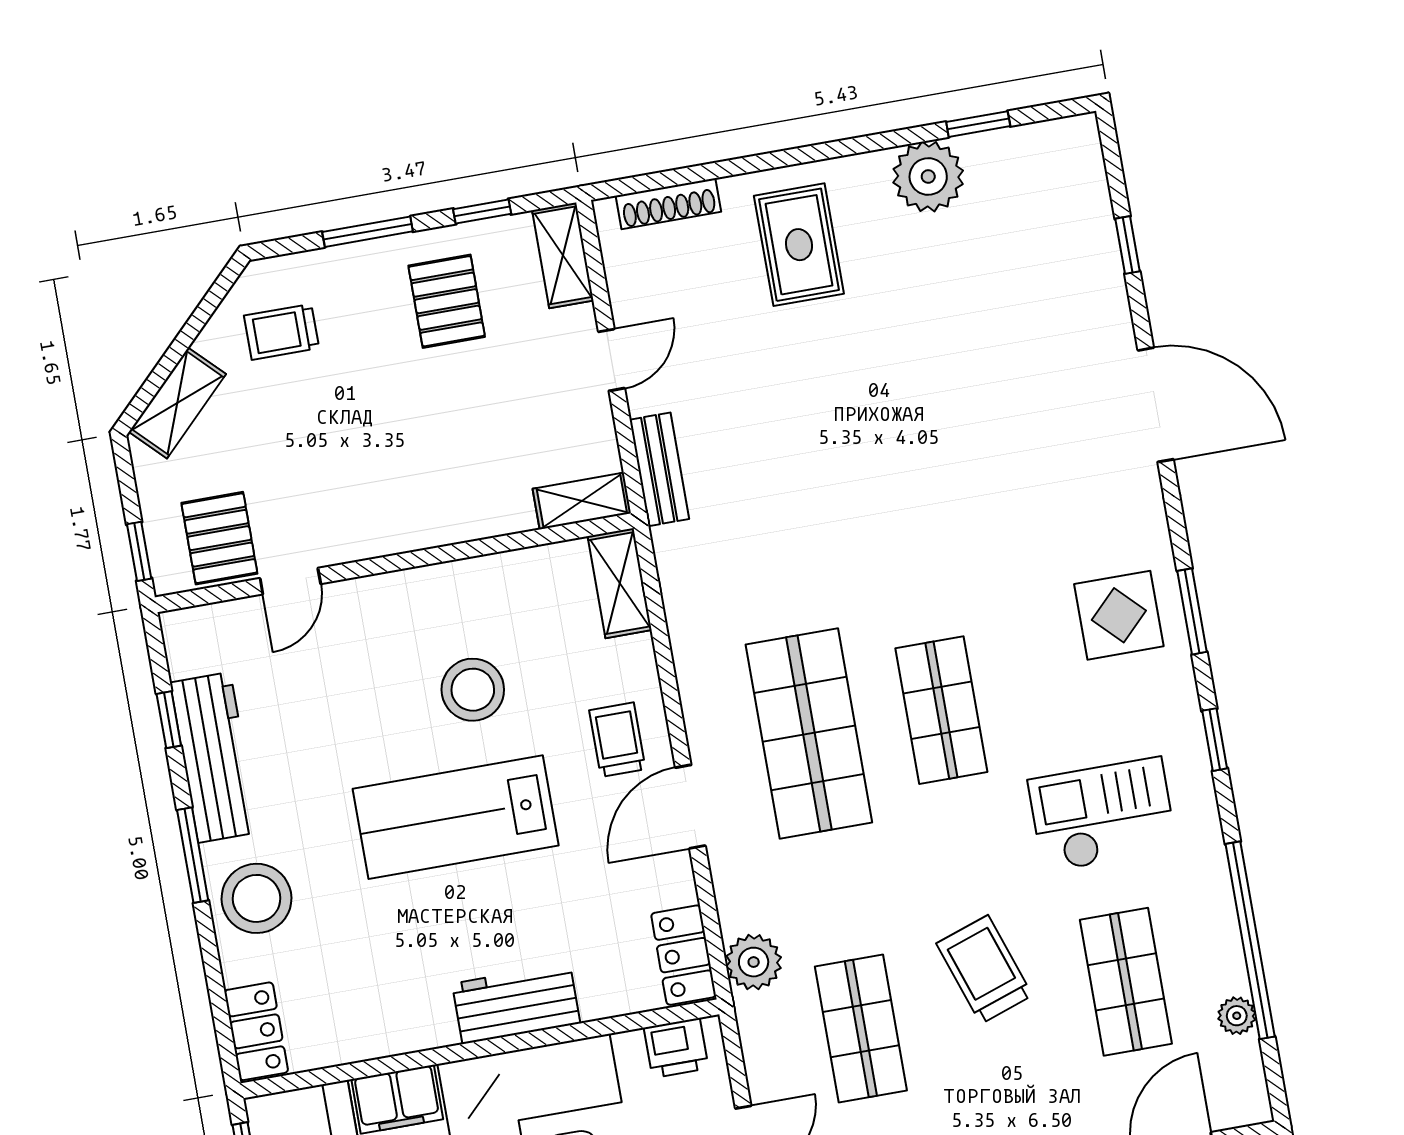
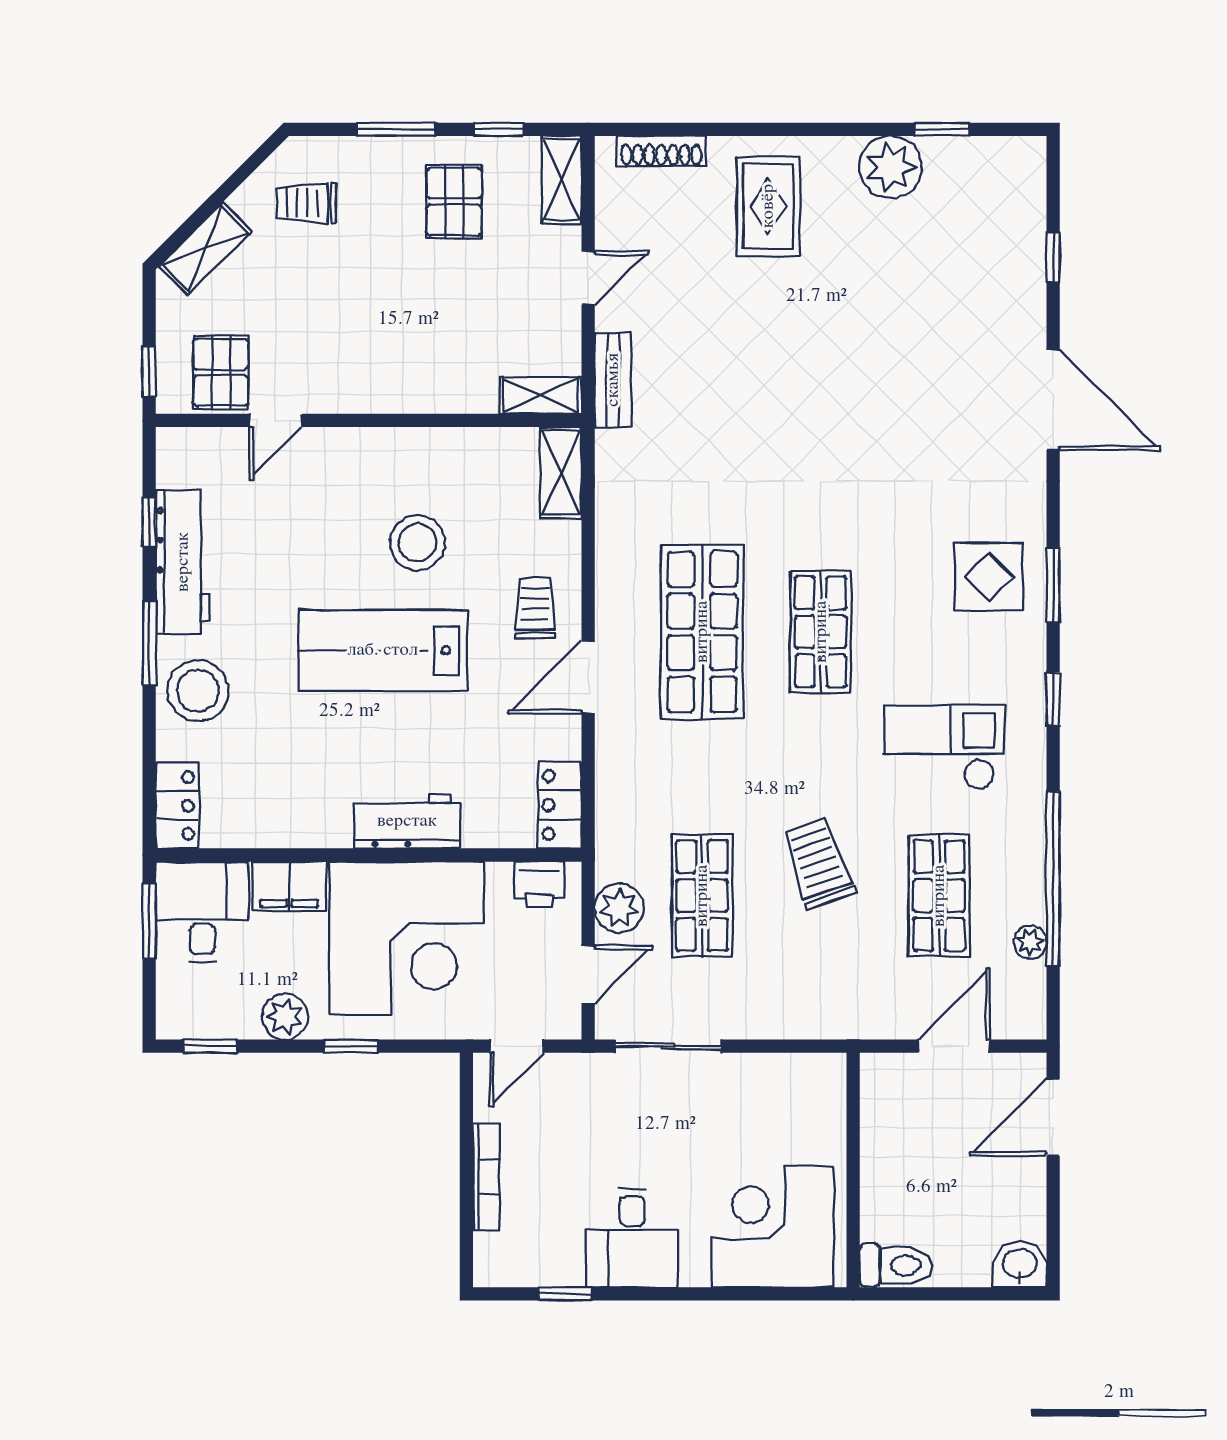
plant: (754, 962) -> (619, 908), moved

